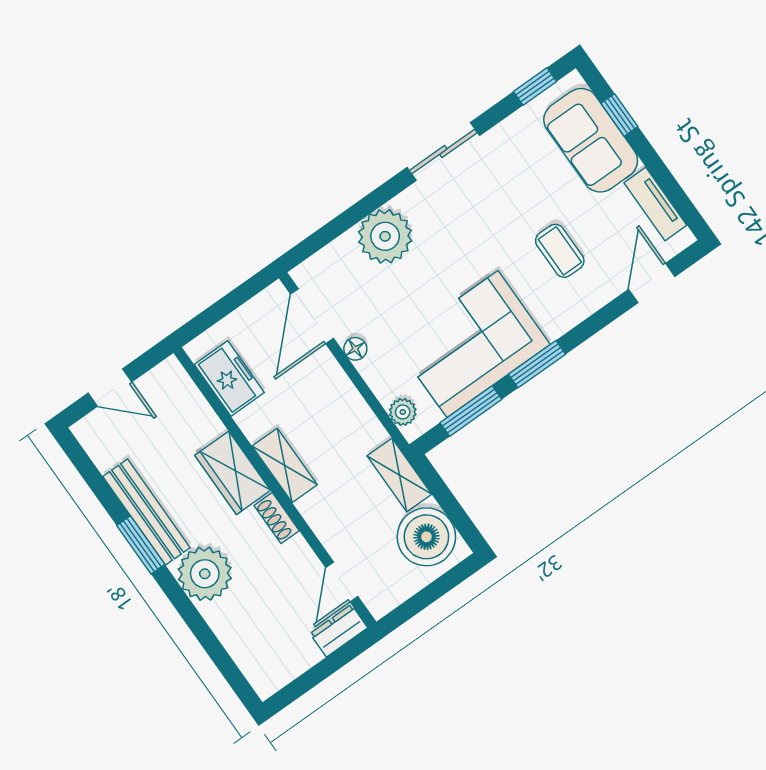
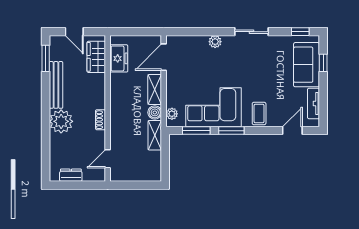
plant: (385, 236) -> (215, 42), width x0.53, depth x0.53
coffee table: (560, 251) -> (259, 113), moved
floor lamp: (355, 349) -> (171, 80), removed
shelving: (285, 465) -> (155, 89), moved
wardrobe: (233, 473) -> (96, 57), moved
boiler: (426, 537) -> (155, 112), moved, width x0.54, depth x0.54
window: (141, 545) -> (46, 58), moved
dresser: (339, 631) -> (71, 175), moved

